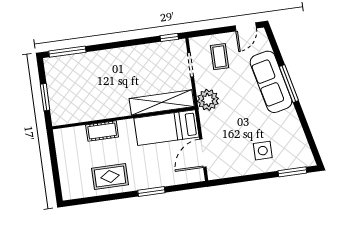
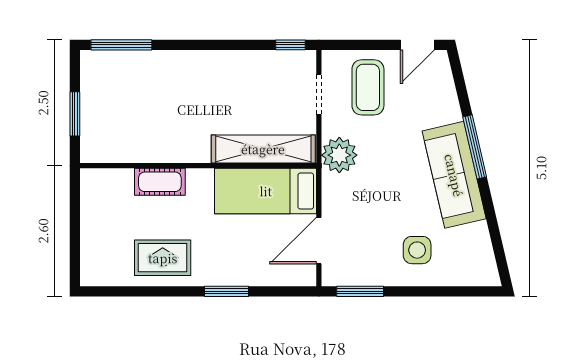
coffee table: (220, 57) -> (368, 87), width x1.36, depth x1.30
sofa: (271, 82) -> (454, 175), moved
window: (292, 172) -> (360, 291), moved

